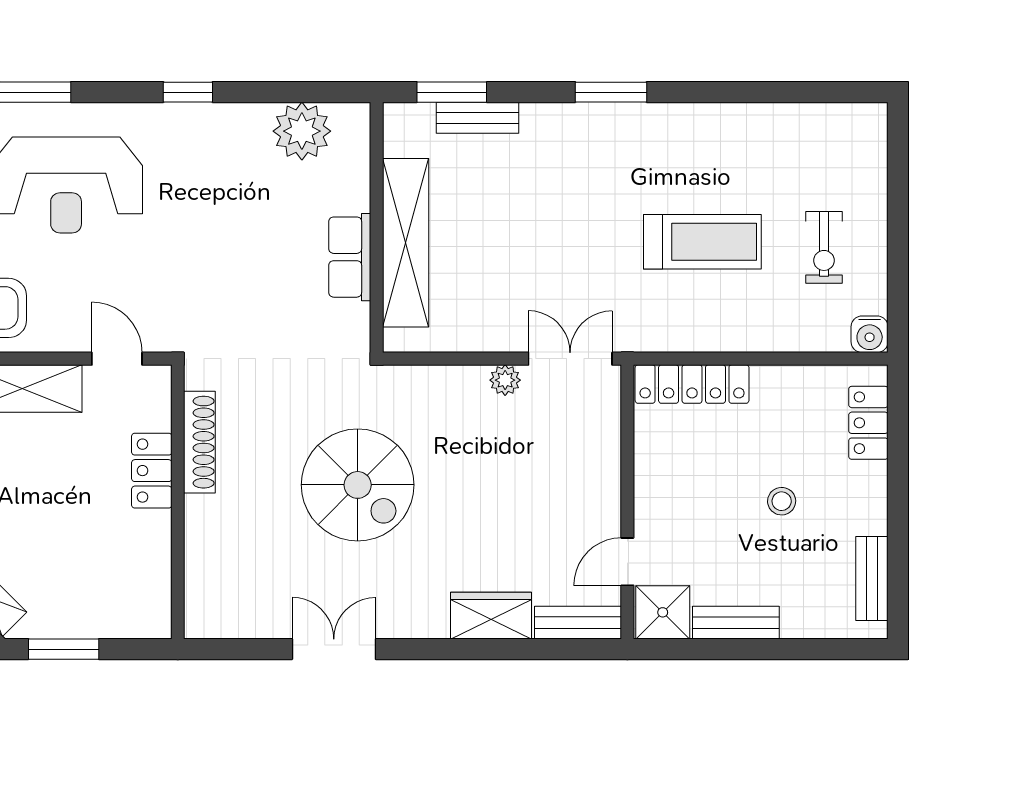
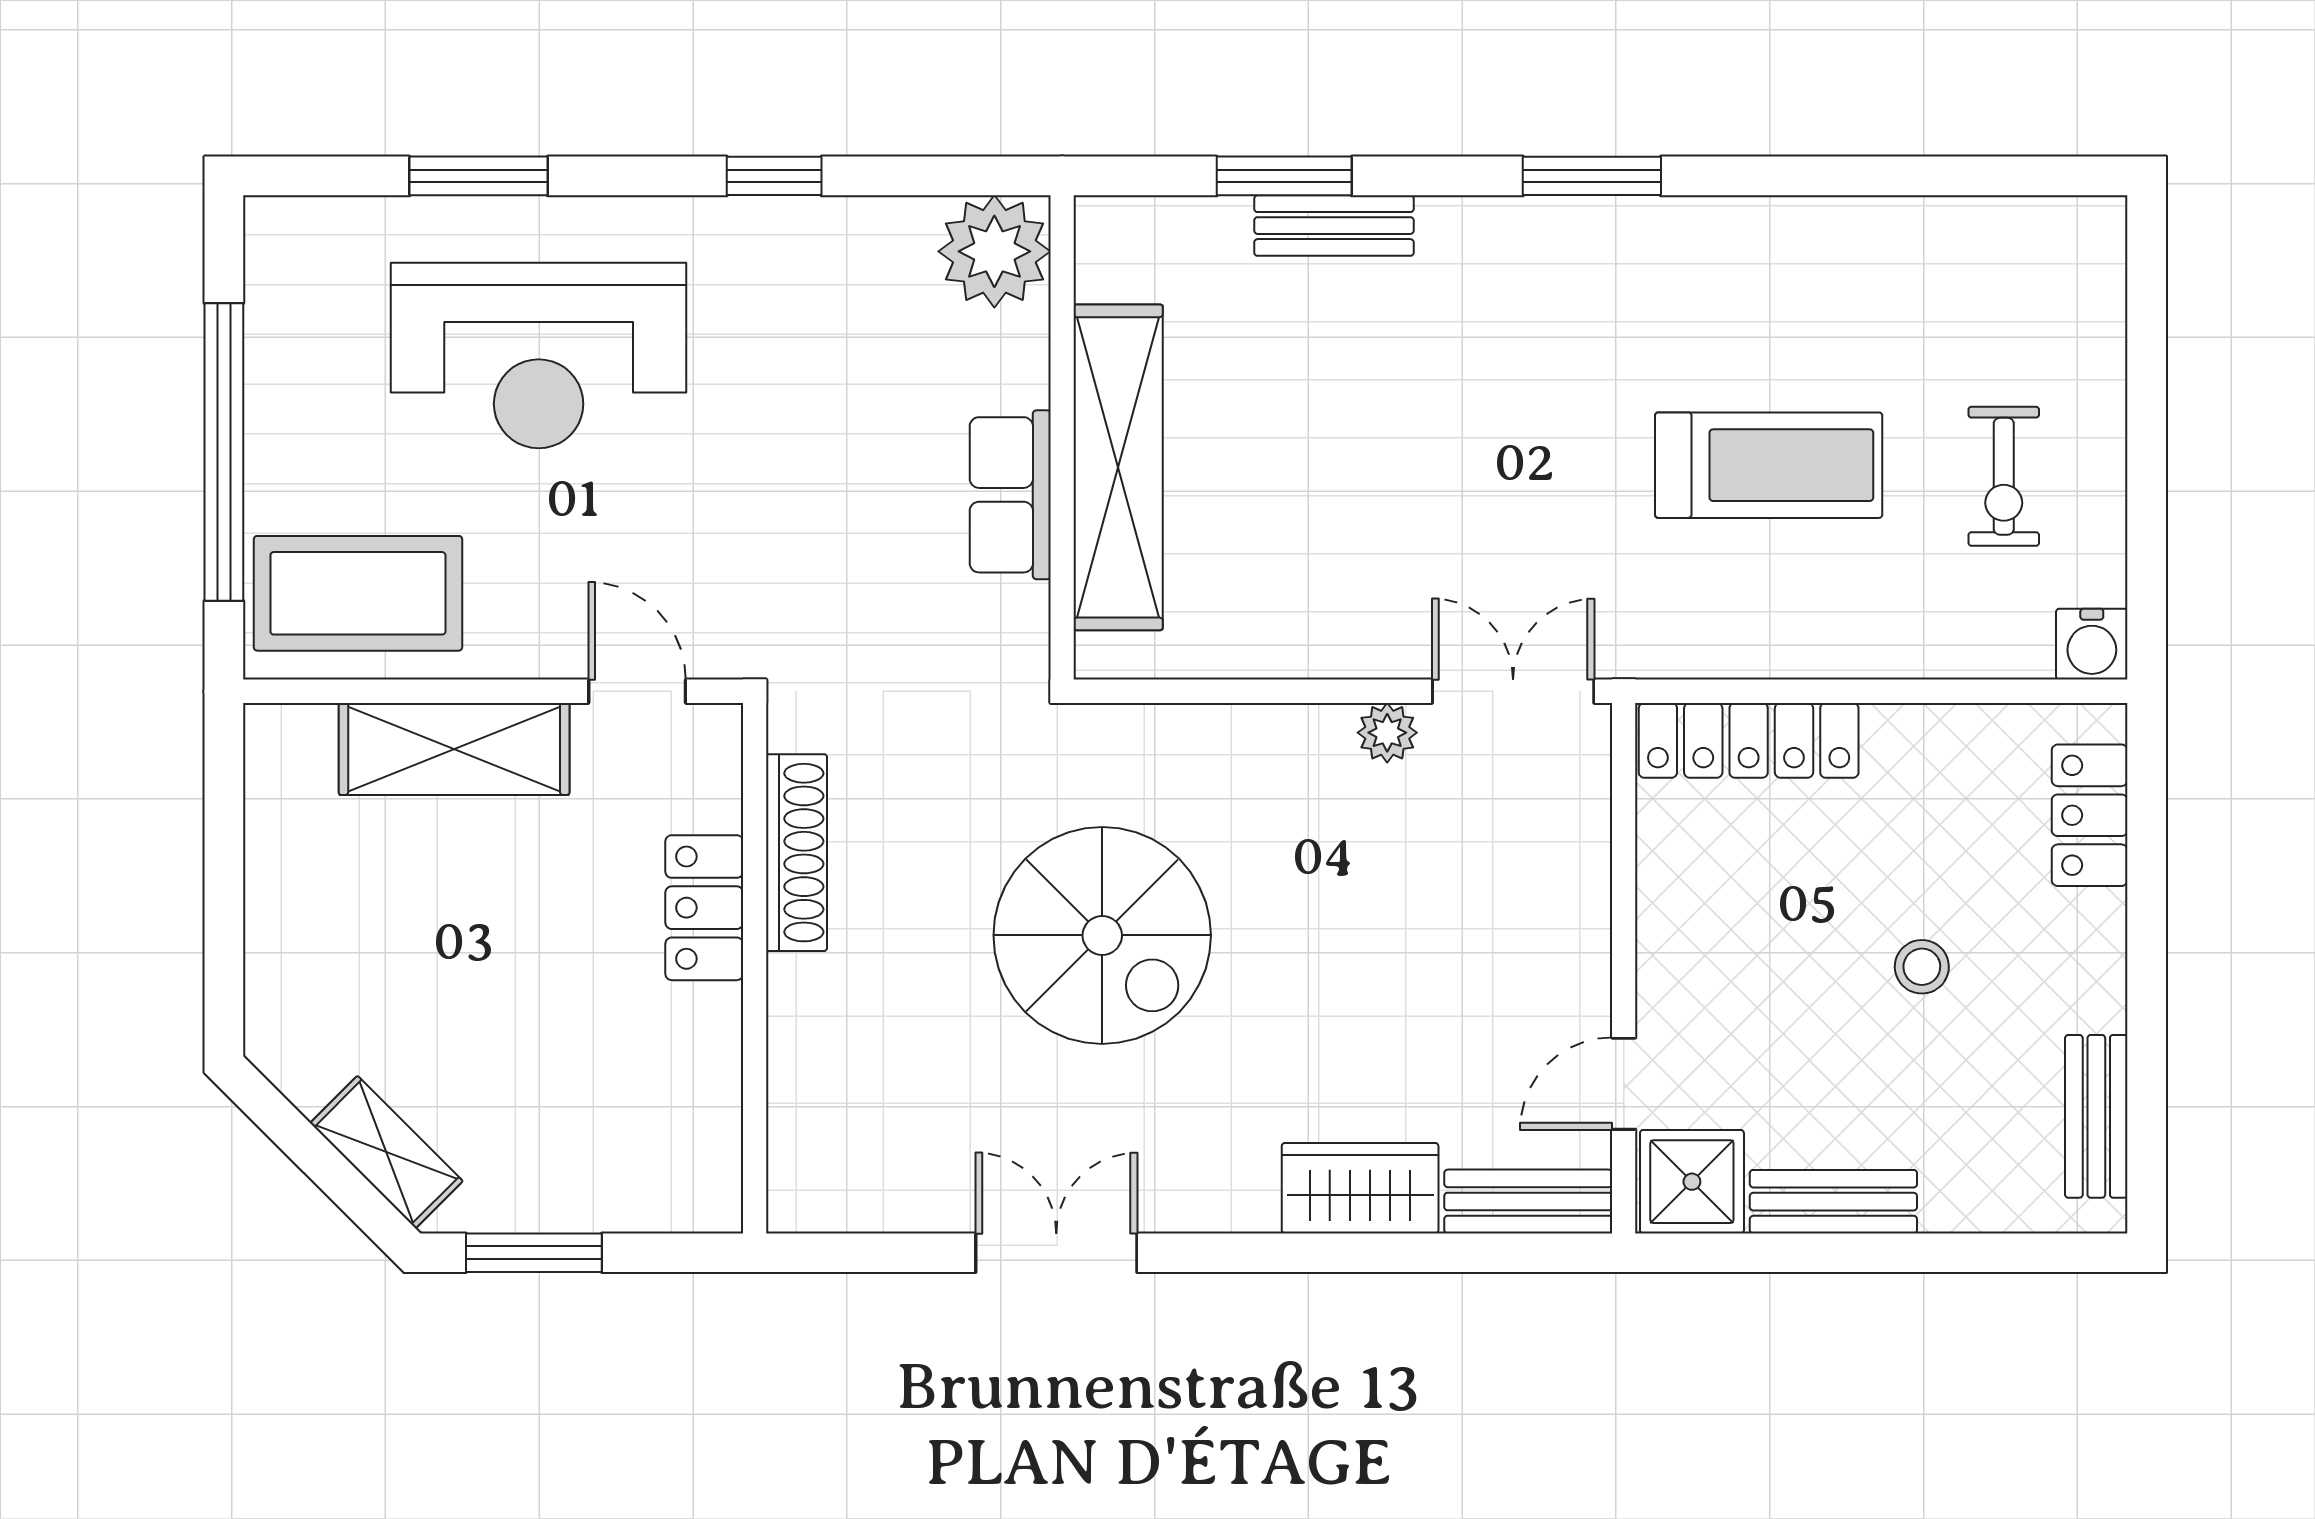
wall: (377, 227) -> (1062, 437), moved
shelving: (406, 243) -> (1118, 467), moved
row of seats: (350, 257) -> (1010, 495), moved

